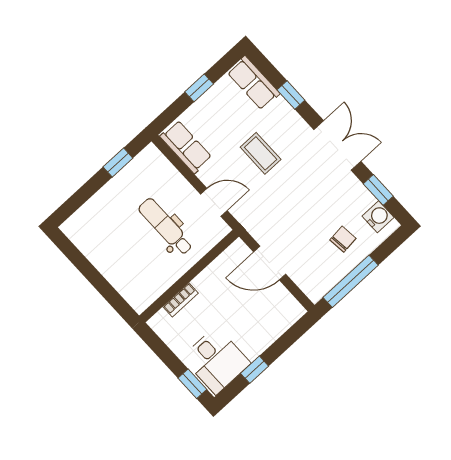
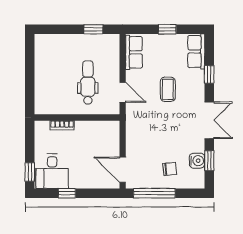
water cooler: (378, 217) -> (197, 161), moved
door: (270, 263) -> (123, 170), moved

